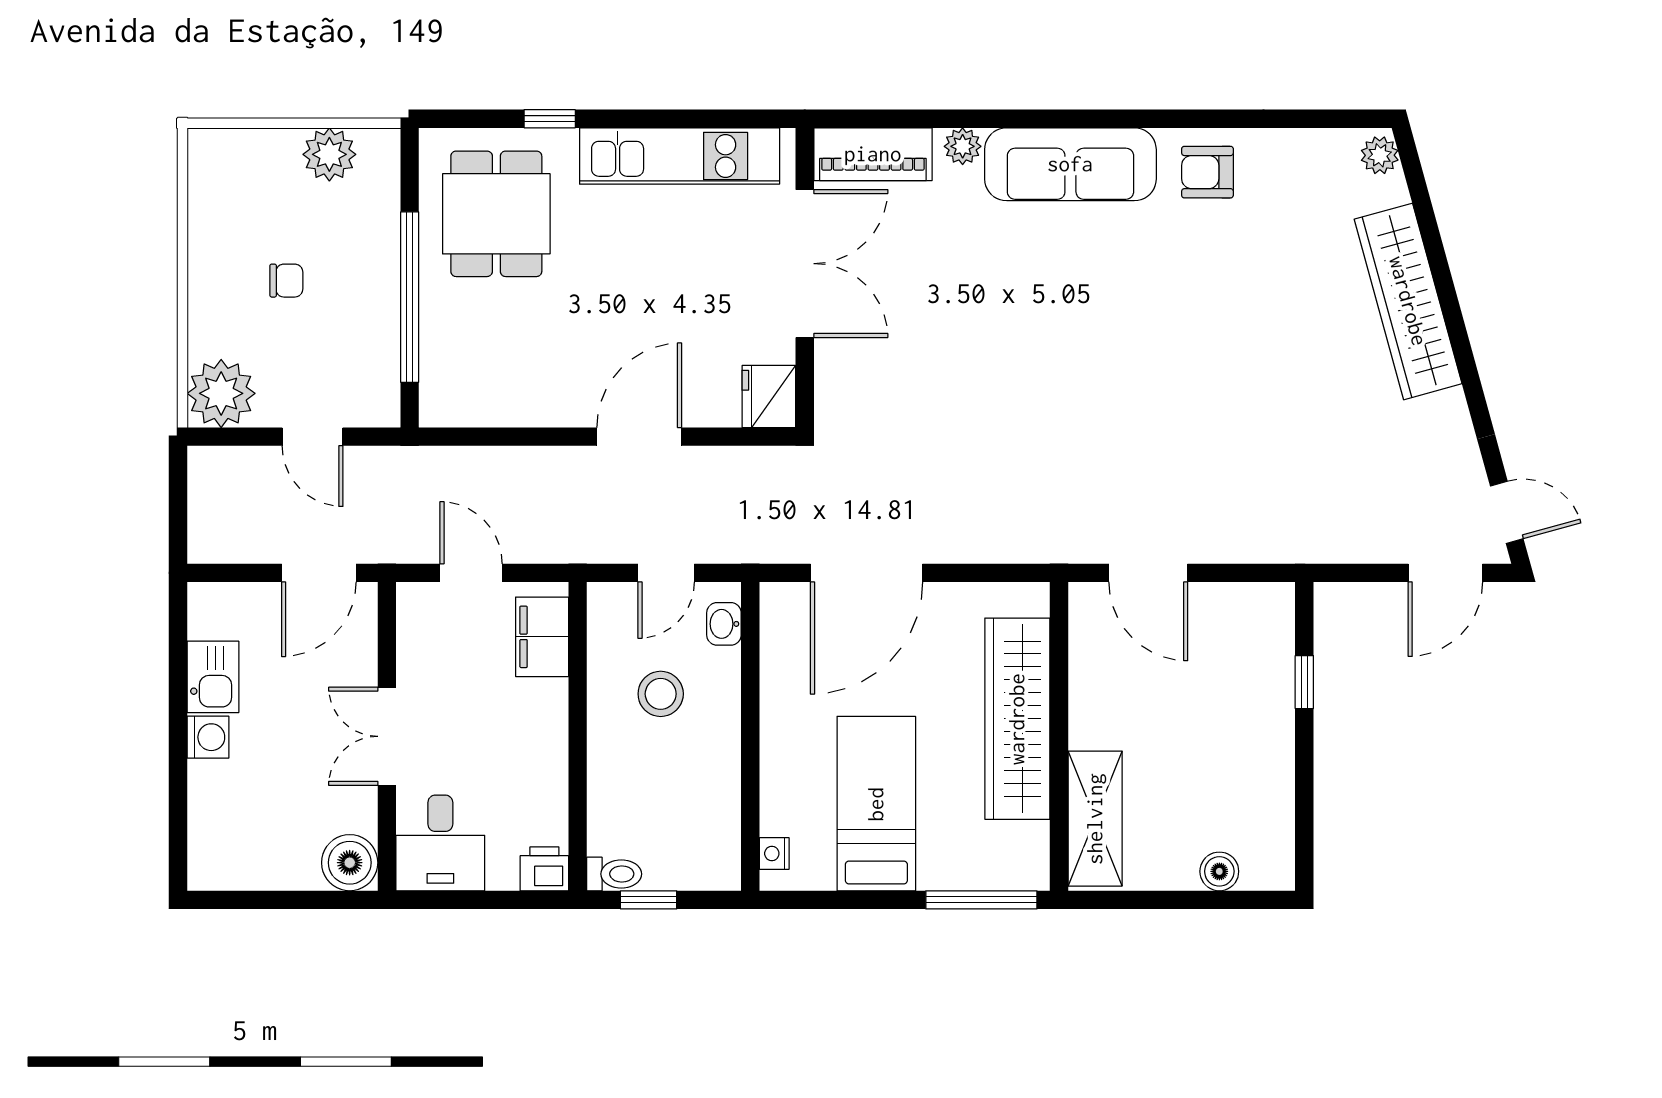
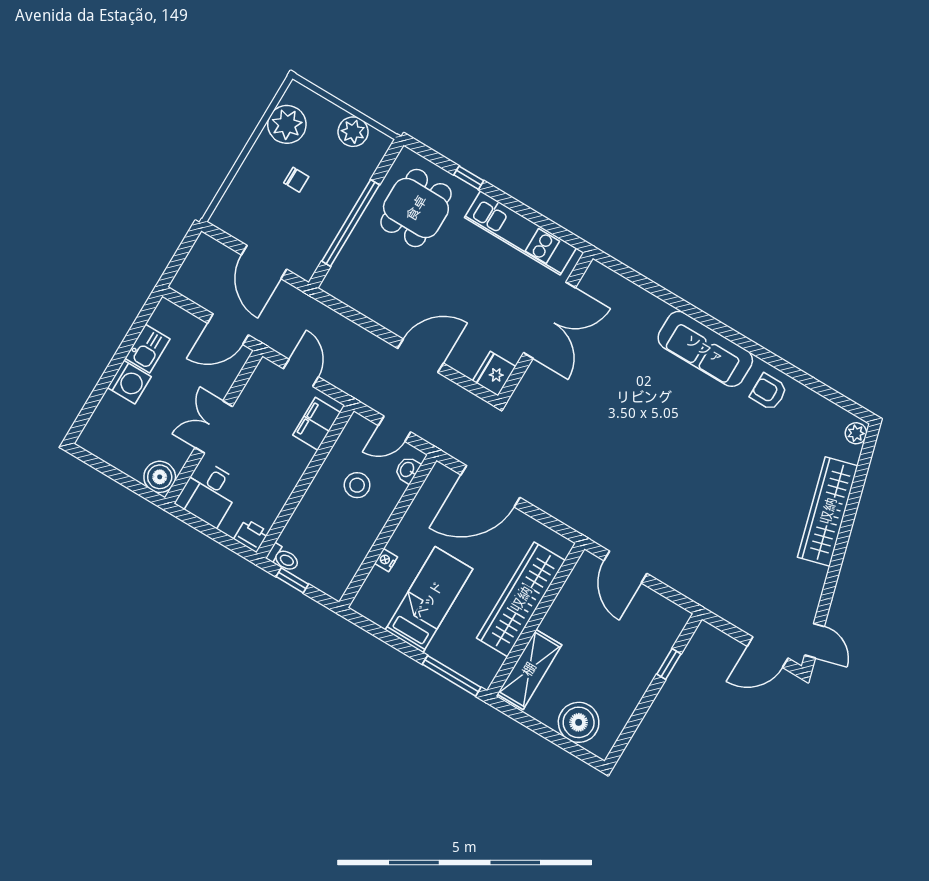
plant: (963, 146) -> (659, 309), removed
piano: (873, 154) -> (614, 287), removed
plant: (221, 393) -> (287, 124), moved
door: (313, 437) -> (264, 262), width x1.38
washing machine: (208, 737) -> (129, 382), width x1.38, depth x1.38
nightstand: (774, 854) -> (386, 560), moved
boiler: (1219, 871) -> (579, 722), width x1.86, depth x1.86

